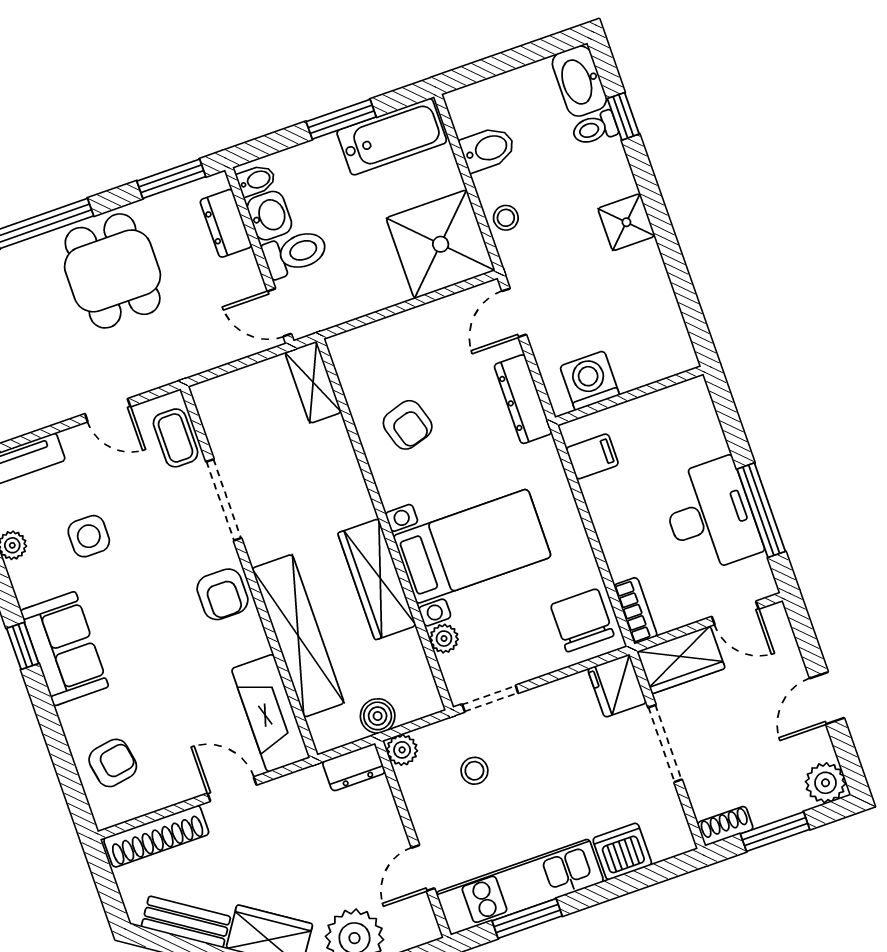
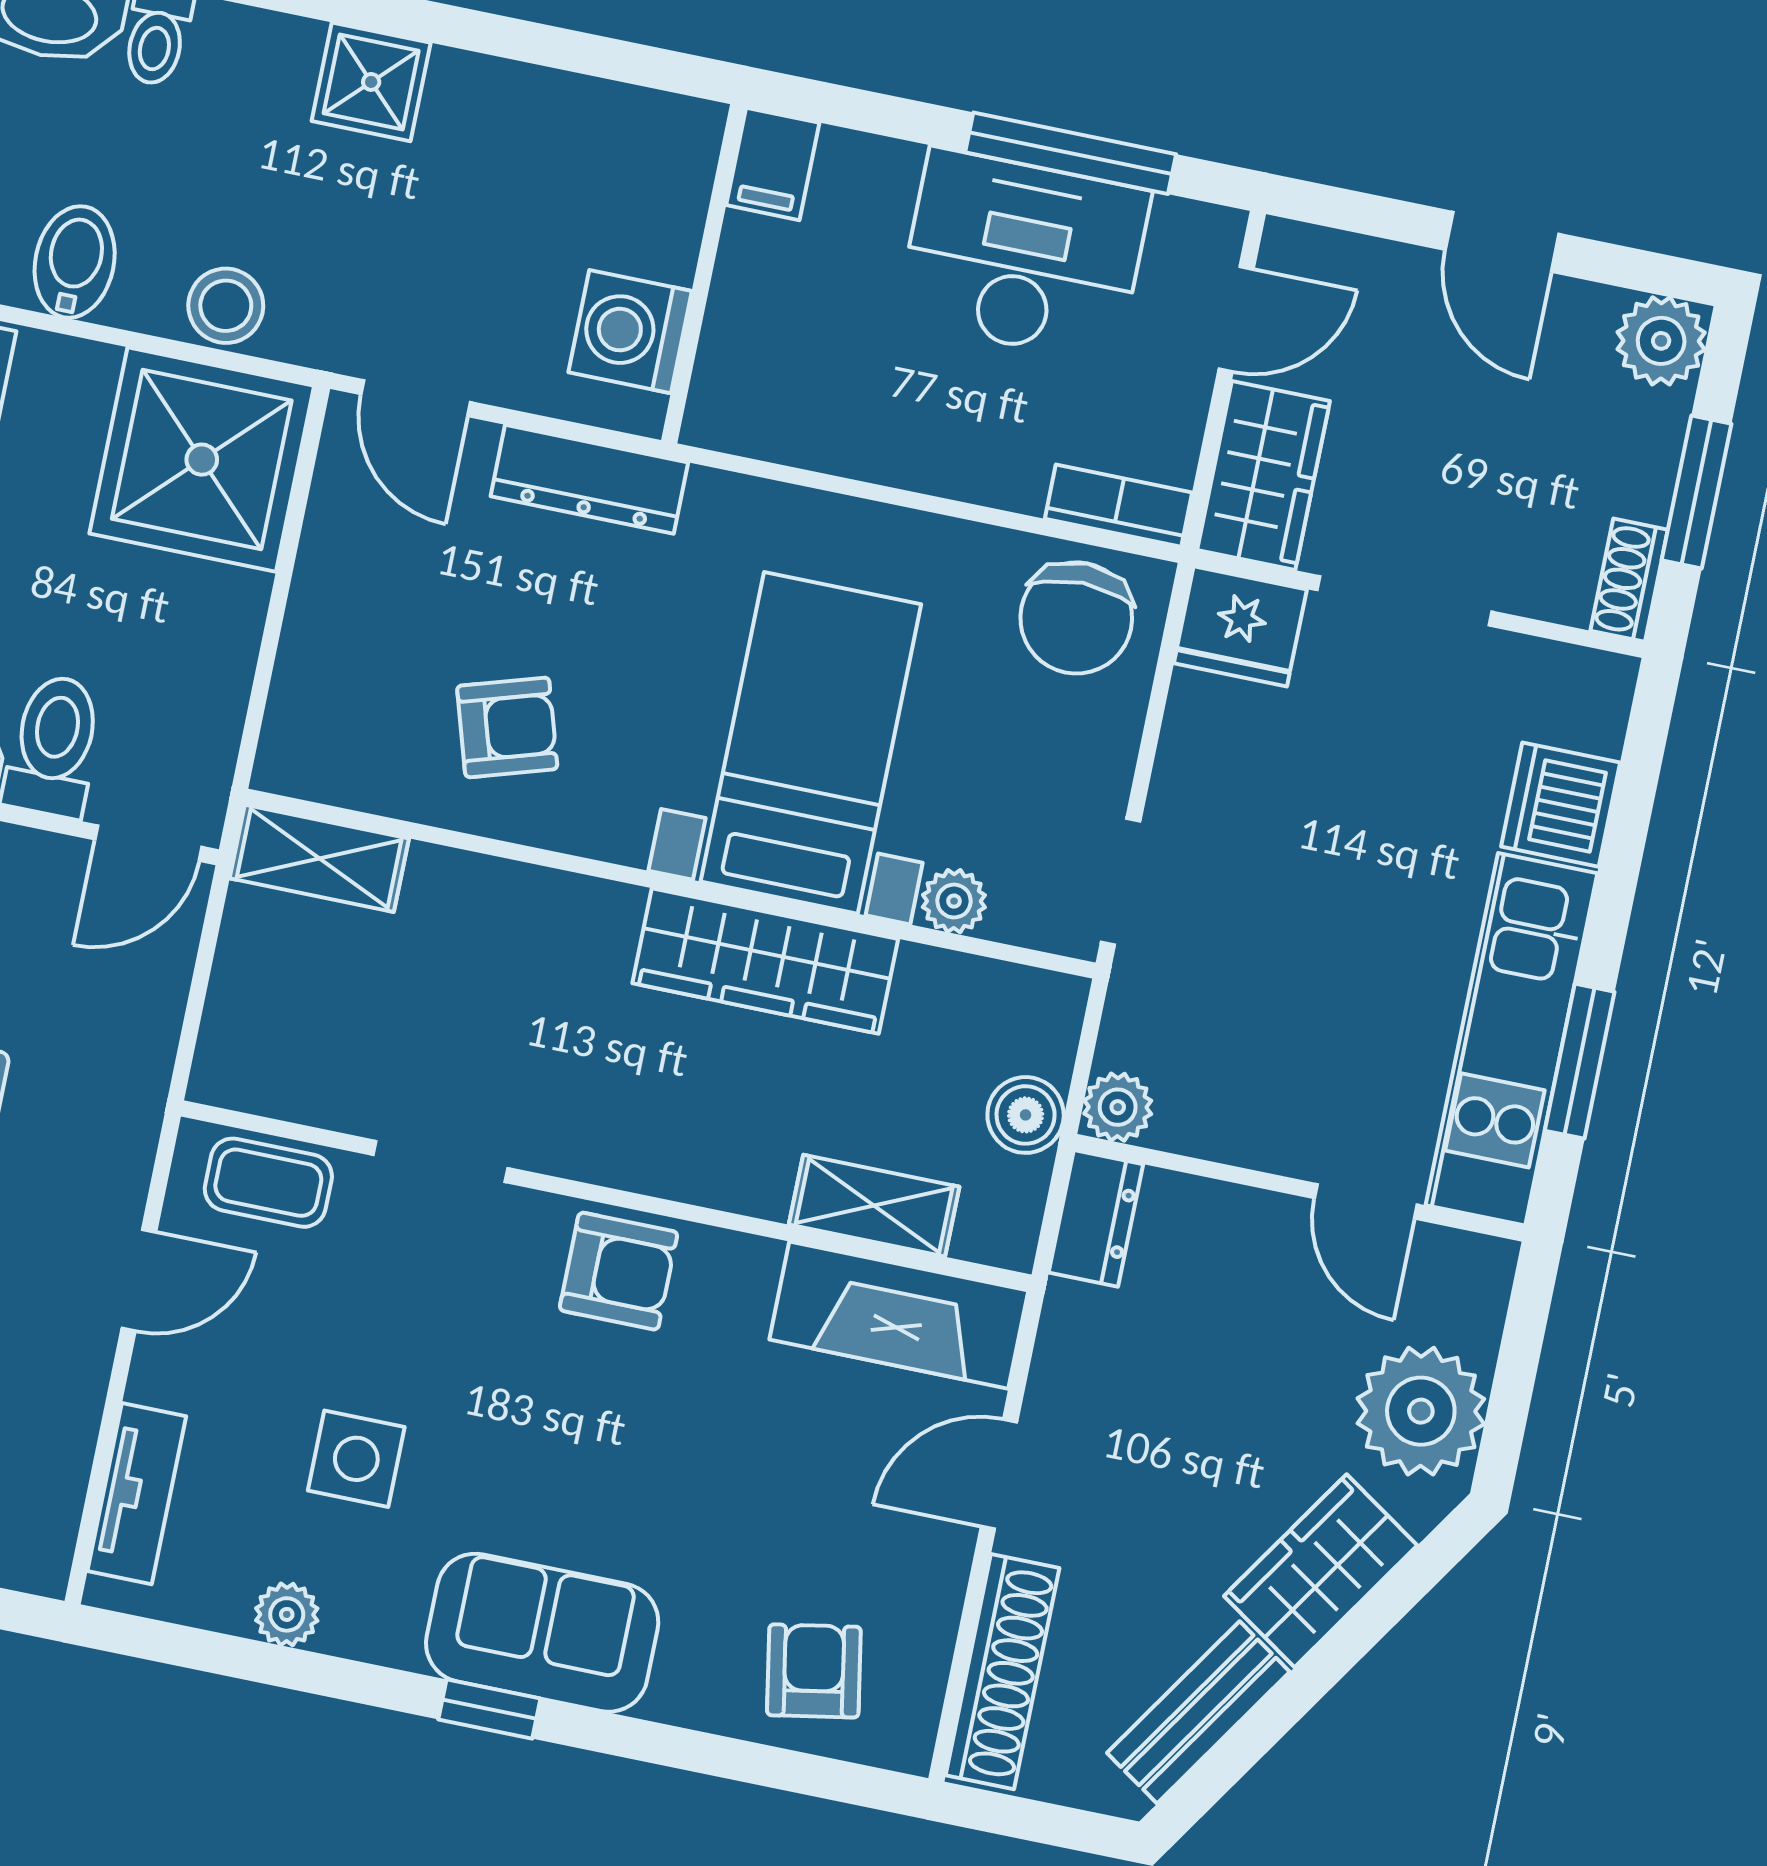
stool: (506, 218) -> (226, 306), width x1.37, depth x1.37
filing cabinet: (592, 456) -> (773, 164), moved, turned 180
doorway: (224, 500) -> (441, 1161), width x0.73
chair: (582, 620) -> (1076, 618), turned -90
shelving: (298, 636) -> (874, 1206), width x0.45, depth x0.75
stool: (474, 771) -> (1239, 993), removed

